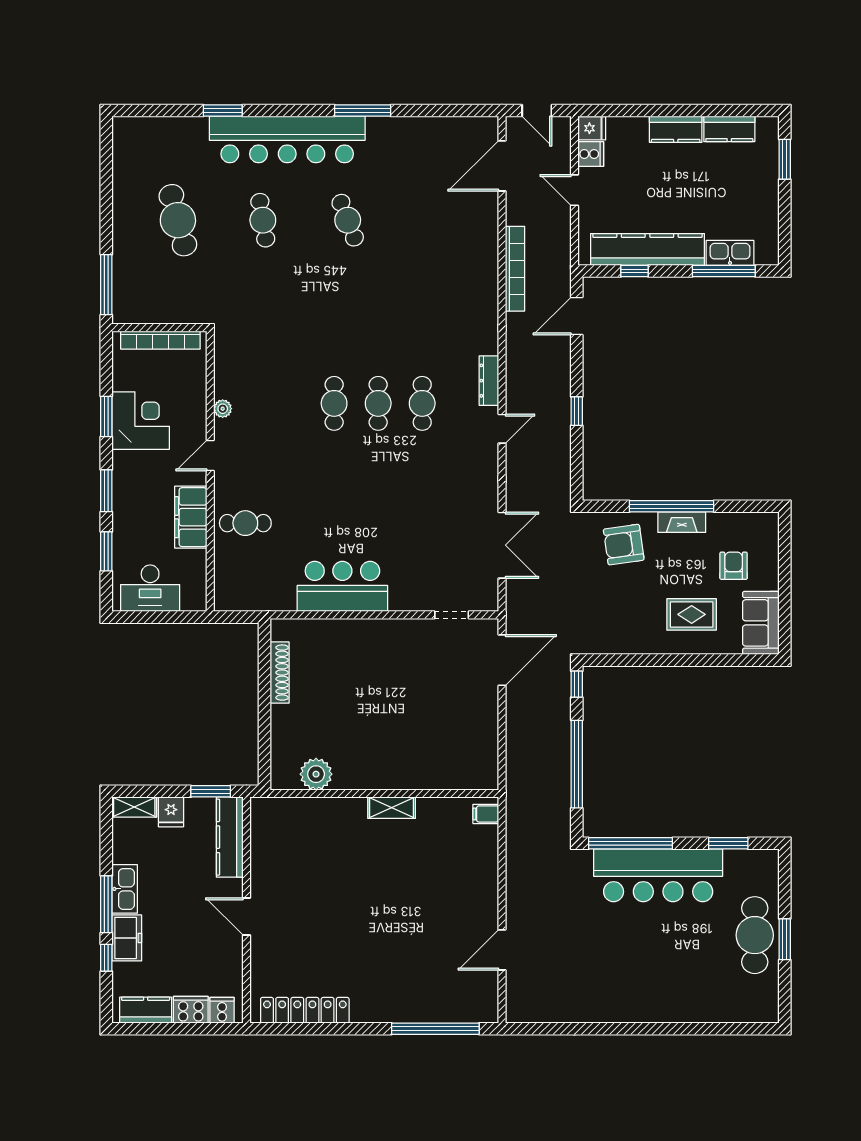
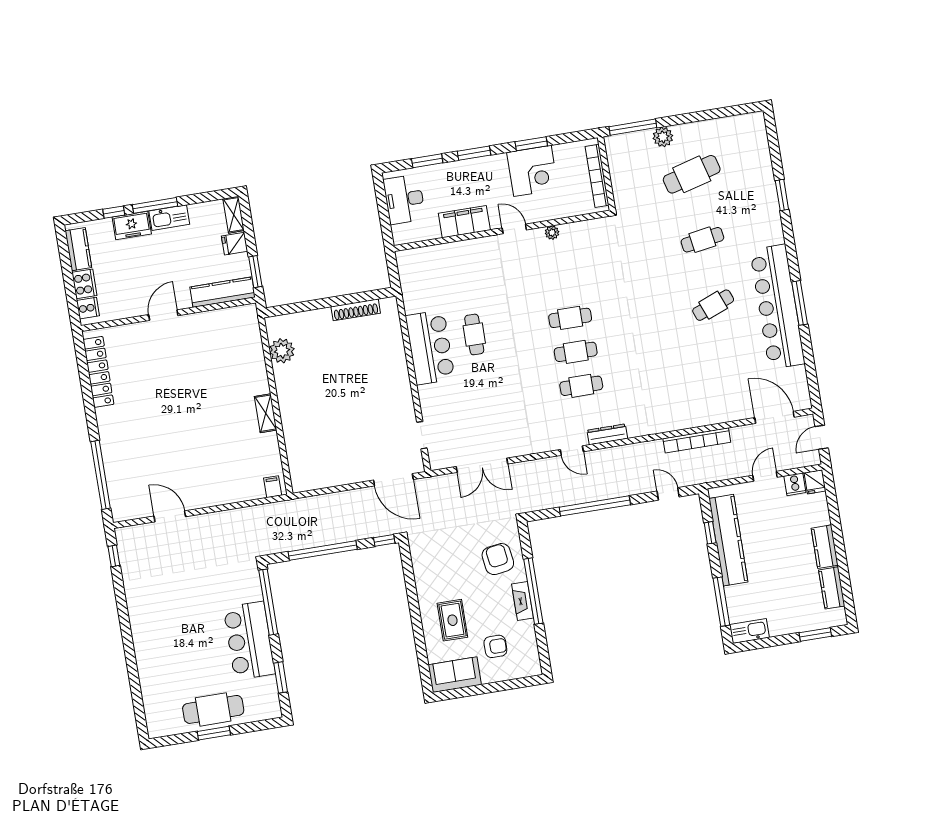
bar counter: (287, 139) -> (777, 307), moved
plant: (125, 249) -> (663, 137), added
kitchen sink: (730, 253) -> (749, 631), moved, turned -90
door: (577, 316) -> (668, 494), width x0.73
window: (577, 411) -> (595, 506), width x3.17
cafe table: (245, 523) -> (474, 334), moved
bar counter: (658, 875) -> (249, 641), width x0.73
window: (540, 1029) -> (114, 556), added

